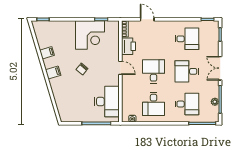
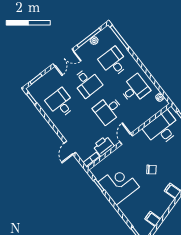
filing cabinet: (47, 53) -> (153, 219), moved

